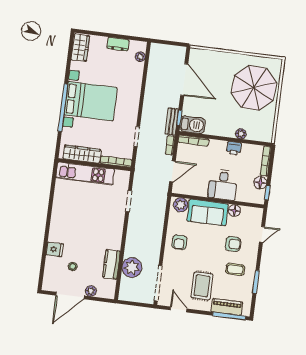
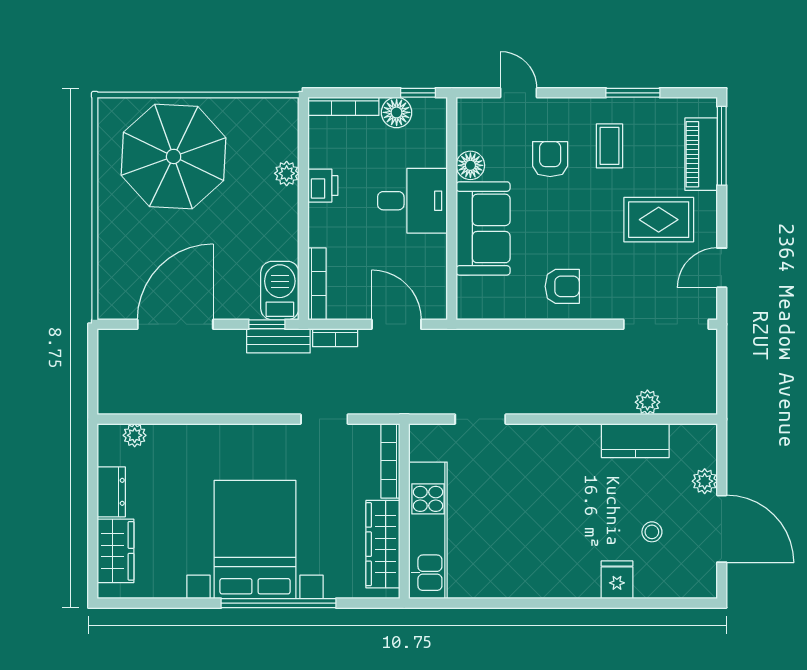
wardrobe: (80, 48) -> (116, 551), moved, turned 90
plant: (181, 205) -> (473, 294), removed
plant: (132, 268) -> (647, 402), width x0.53, depth x0.53

